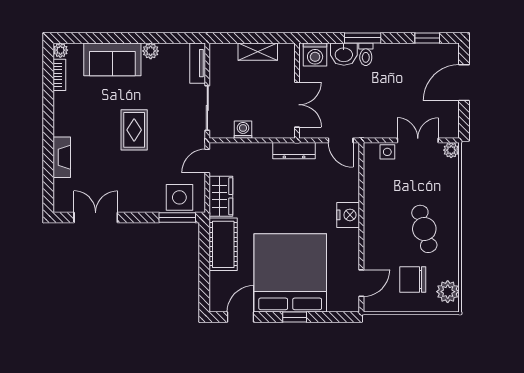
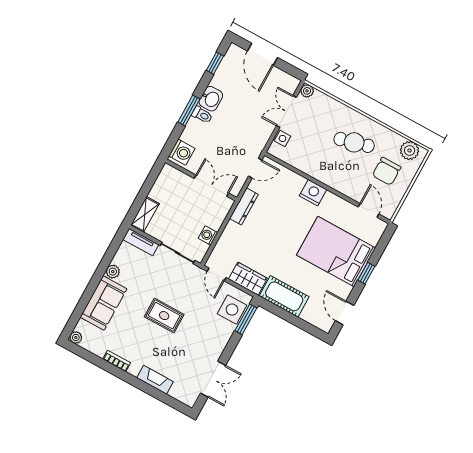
shelving: (258, 52) -> (145, 214), moved
washbasin: (344, 54) -> (211, 99), moved
bookcase: (59, 75) -> (117, 361), moved
double door: (96, 217) -> (213, 379), swing flipped
bed: (290, 273) -> (336, 252), width x0.73

